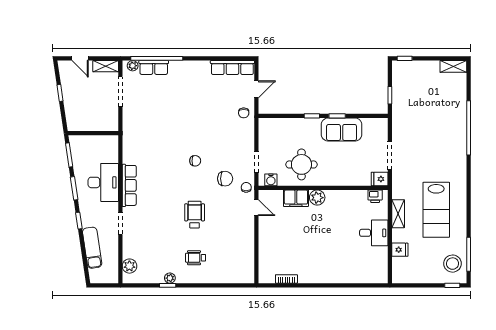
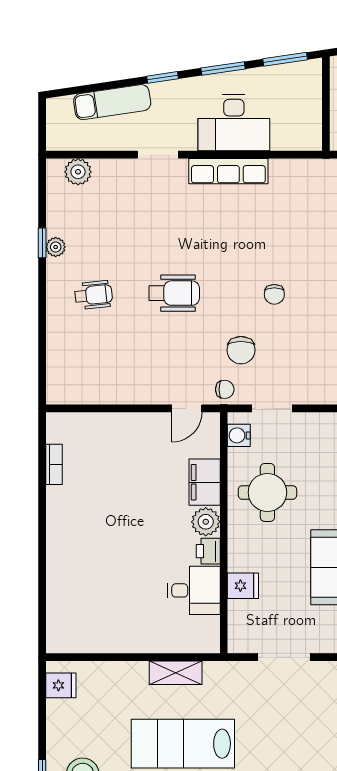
fridge: (380, 179) -> (243, 586), moved, turned 90
printer: (375, 196) -> (208, 551), moved
desk: (374, 233) -> (194, 590), moved, turned -90
fridge: (400, 250) -> (61, 685), moved, turned -90
wheelchair: (196, 258) -> (93, 295), turned 84

